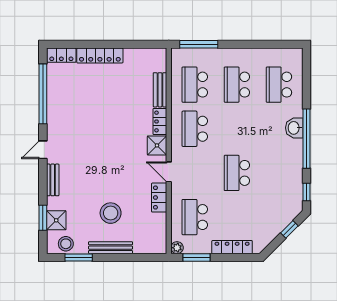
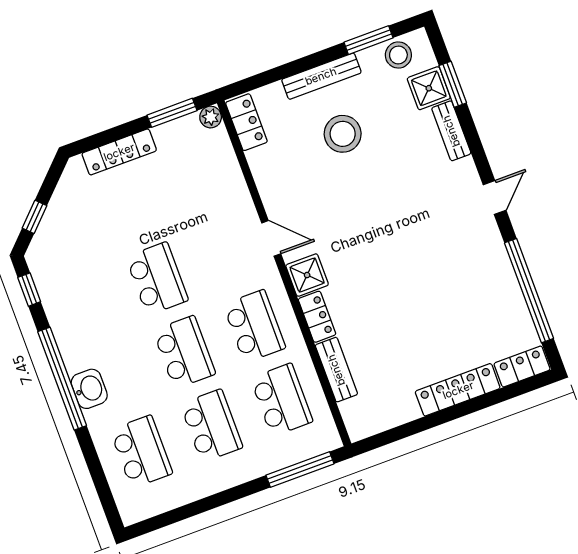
bench: (53, 180) -> (451, 131), moved
locker: (159, 198) -> (246, 122), moved
school desk: (195, 217) -> (184, 352), moved

